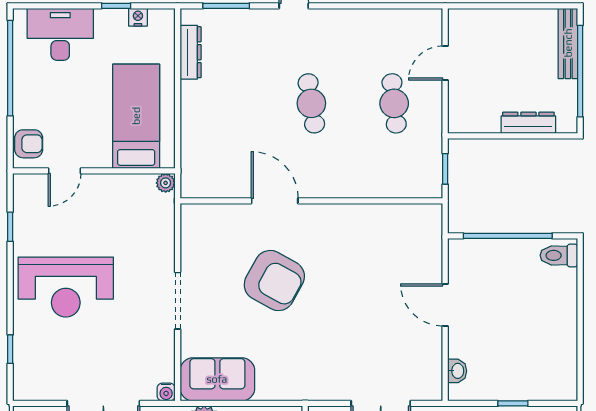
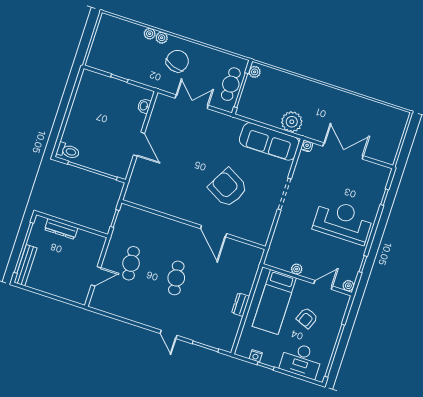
dresser: (191, 52) -> (241, 305), moved, width x0.70
armchair: (29, 144) -> (307, 318), moved, turned -68
plant: (22, 183) -> (348, 286), added
plant: (166, 183) -> (297, 269), moved
sofa: (217, 379) -> (269, 141), width x1.36

